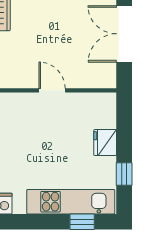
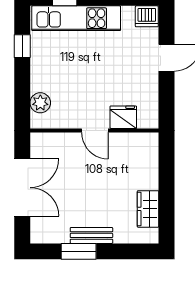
plant: (106, 118) -> (40, 103), added
fridge: (105, 143) -> (123, 117), moved, turned -90

